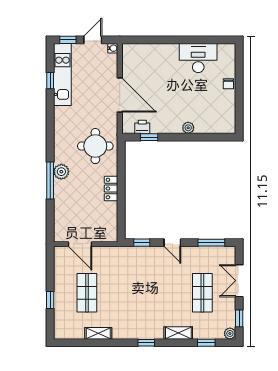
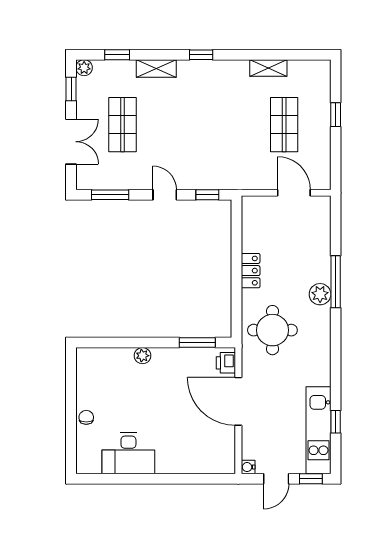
printer: (142, 127) -> (226, 363), moved, turned 90
window: (149, 137) -> (197, 343), width x1.50

